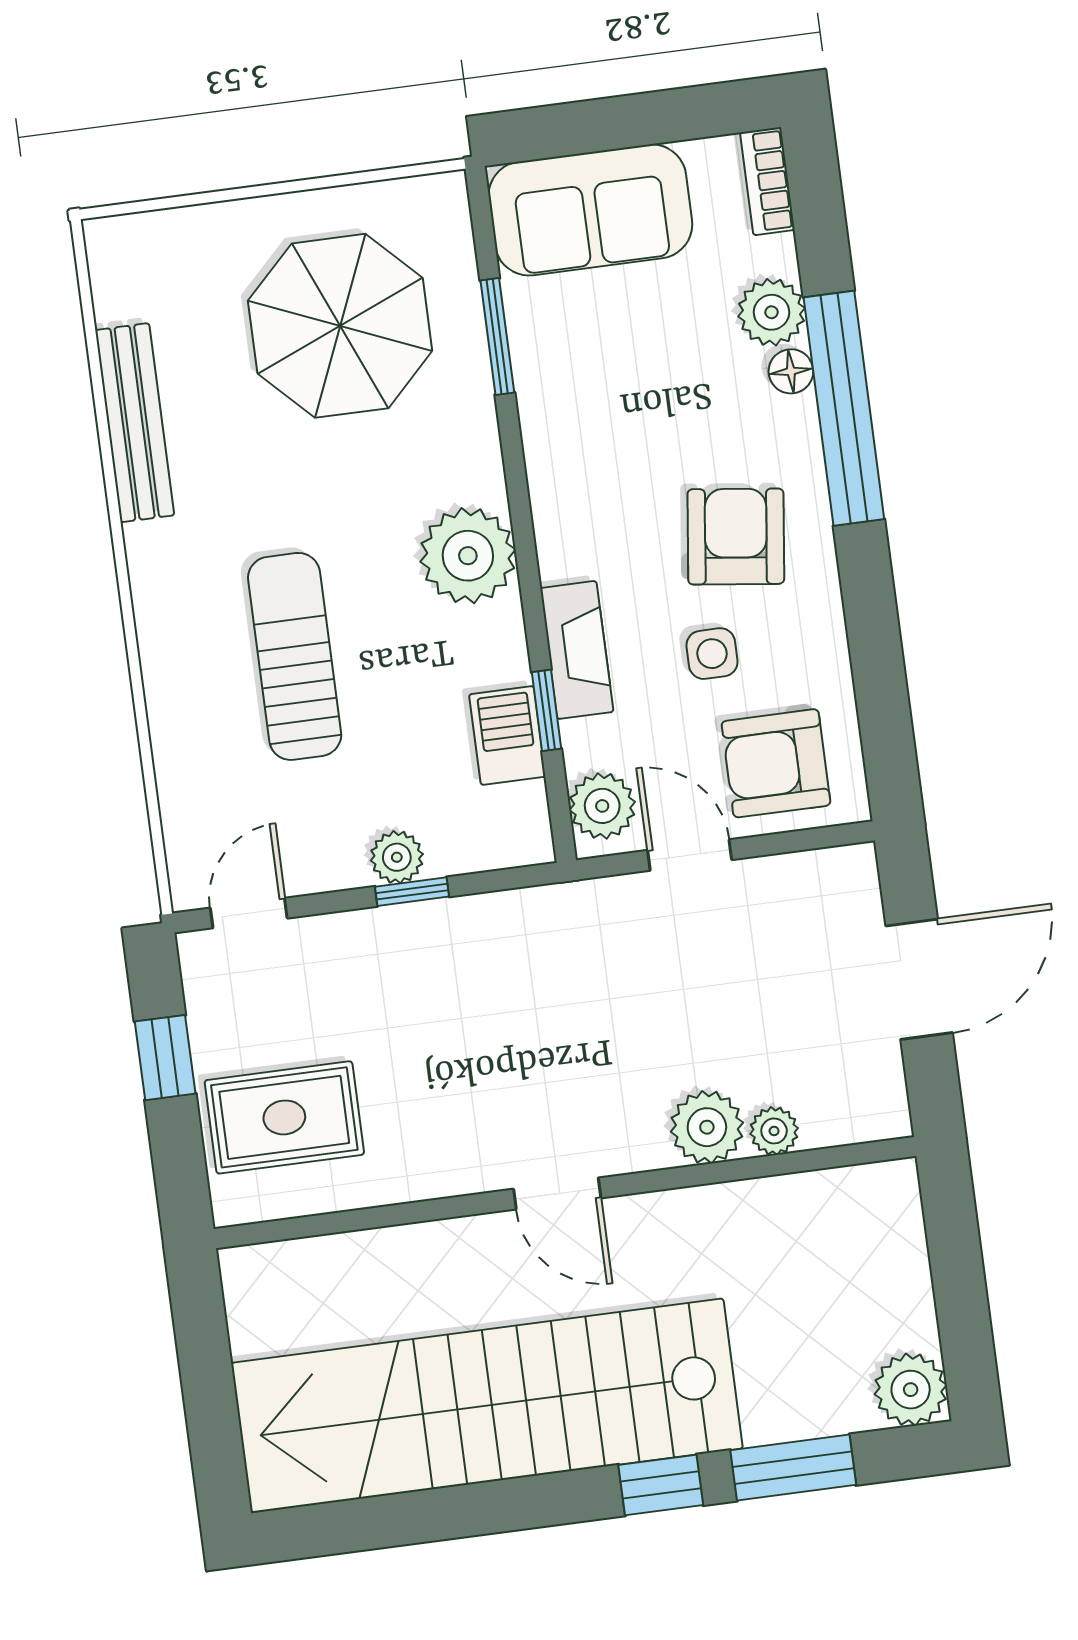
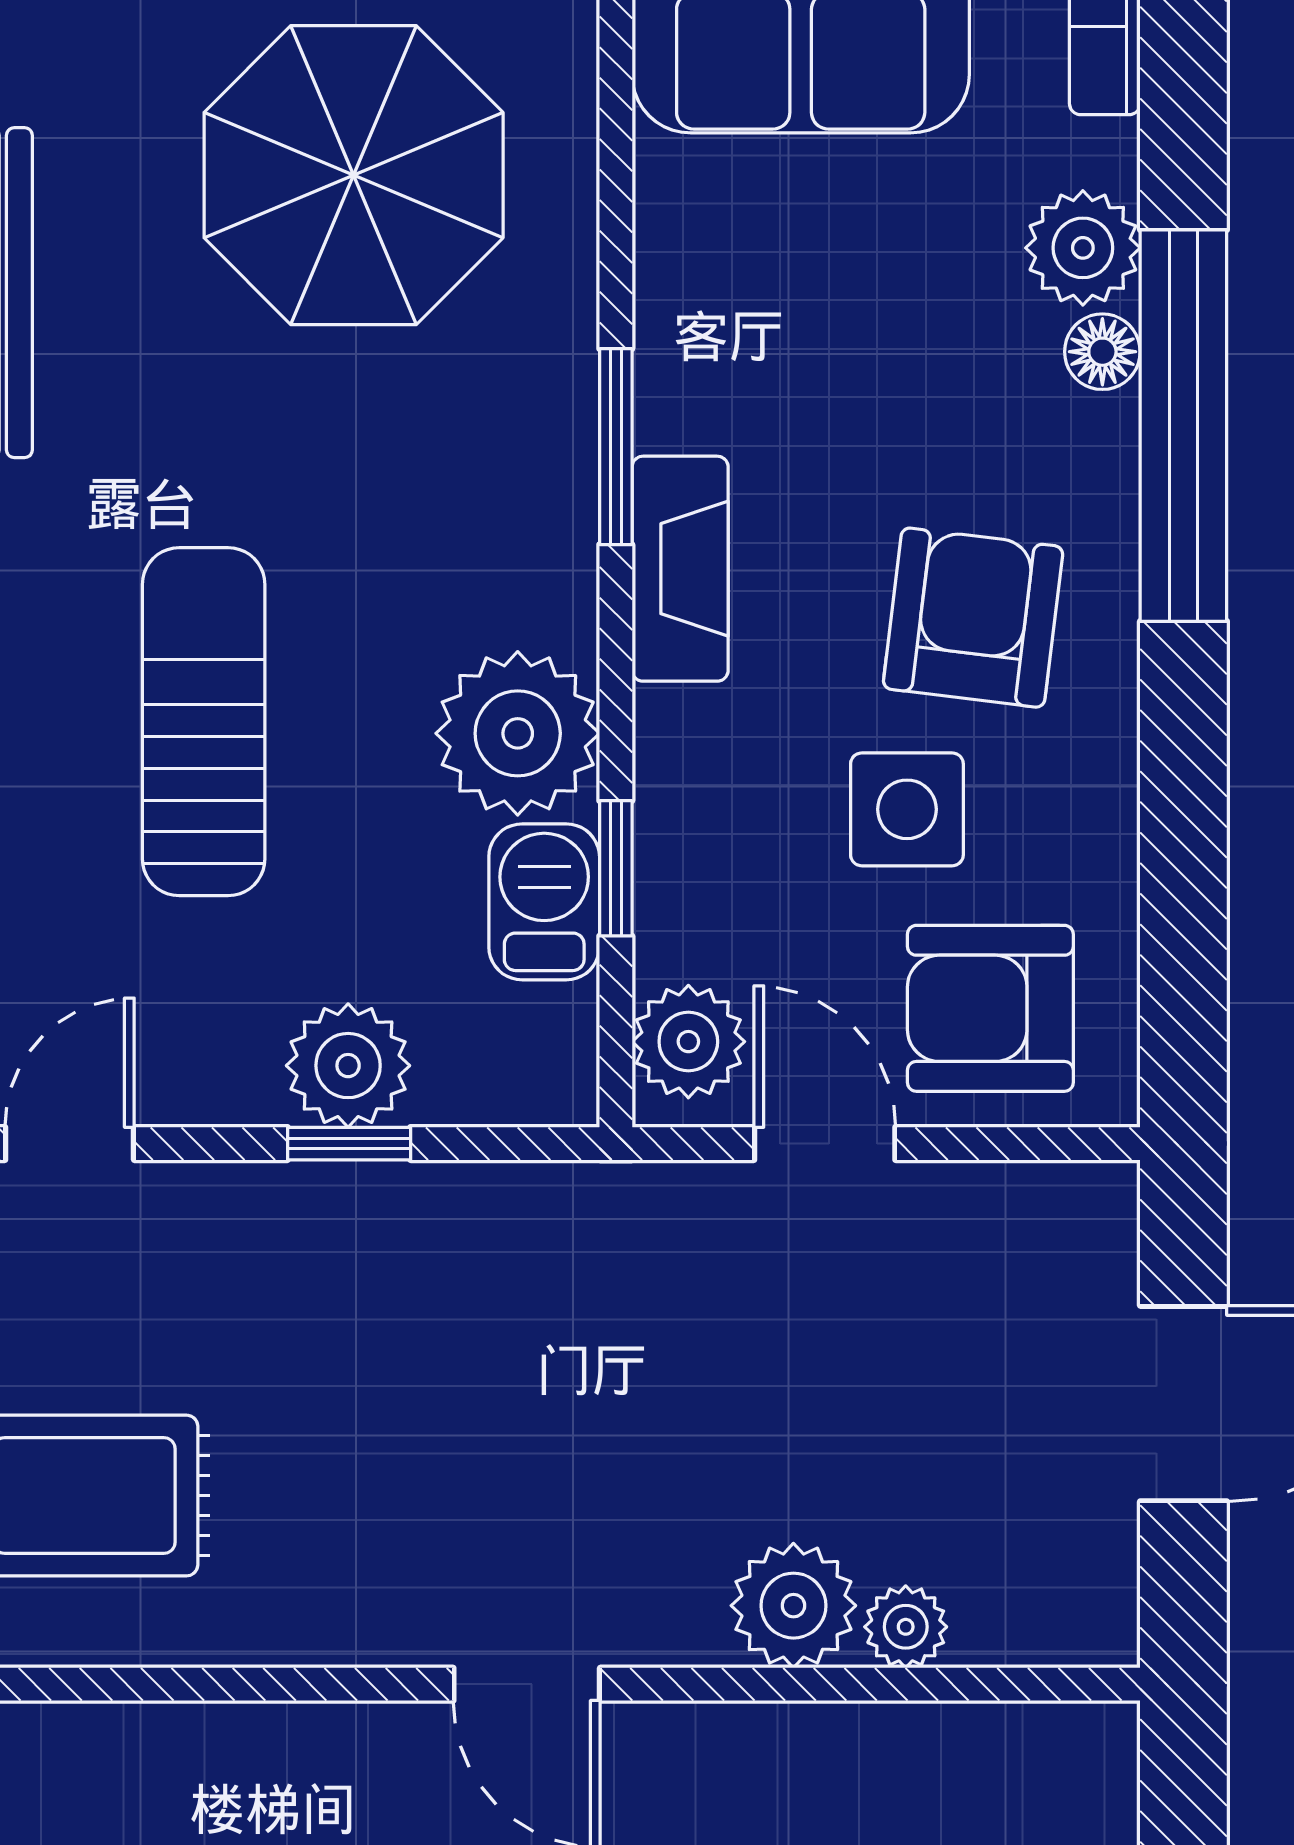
window: (497, 336) -> (616, 447), moved
plant: (468, 556) -> (518, 733), moved
fireplace: (577, 650) -> (680, 569), moved
side table: (712, 654) -> (907, 809), width x1.37, depth x1.37
plant: (397, 857) -> (348, 1066), width x1.38, depth x1.38

